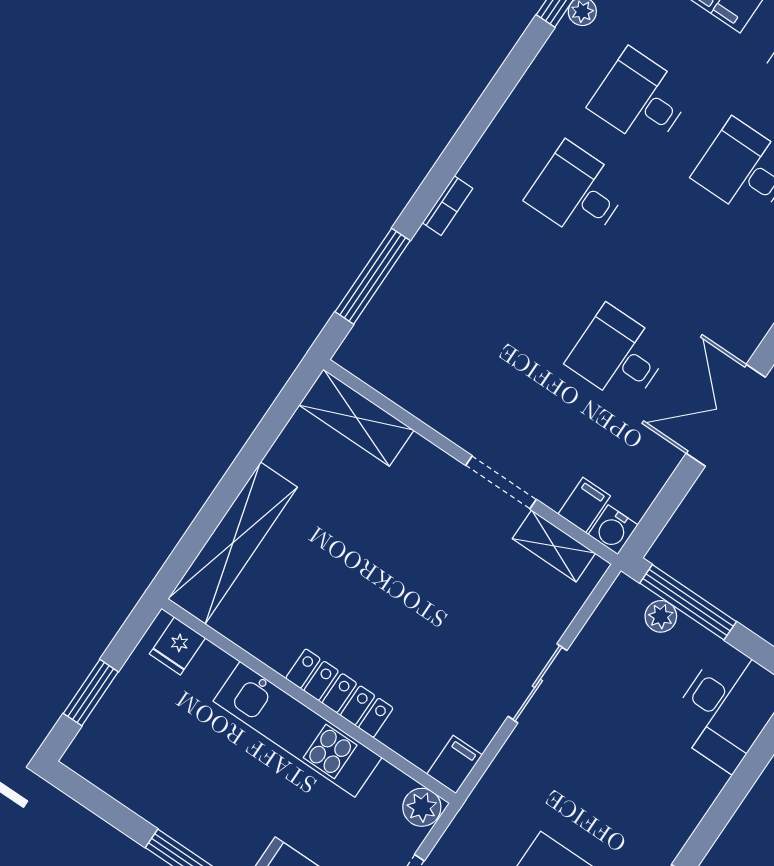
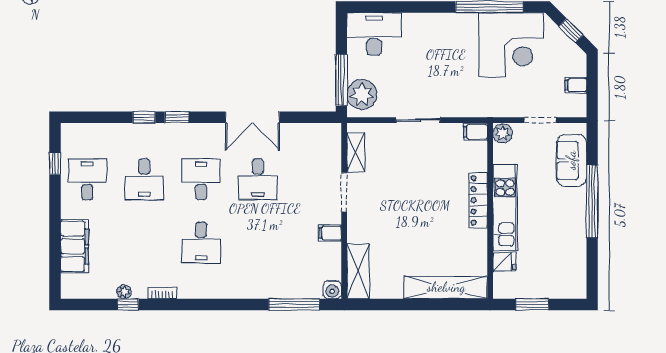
desk: (641, 99) -> (201, 179), moved, turned 180
bookcase: (448, 206) -> (162, 293), moved
filing cabinet: (584, 505) -> (330, 233), moved
water cooler: (613, 530) -> (332, 290), moved, turned 90
plant: (661, 616) -> (362, 94), width x1.87, depth x1.87
fridge: (177, 646) -> (504, 262), moved
window: (91, 693) -> (532, 304), moved

